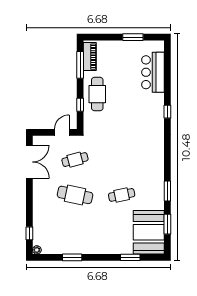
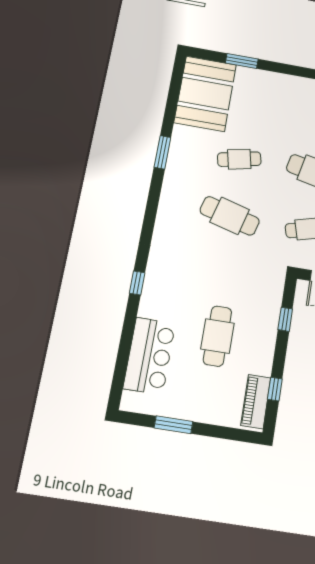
window: (80, 65) -> (275, 389), width x0.46
cafe table: (97, 94) -> (217, 336), moved
cafe table: (122, 160) -> (230, 216), added
window: (167, 224) -> (172, 101), removed

